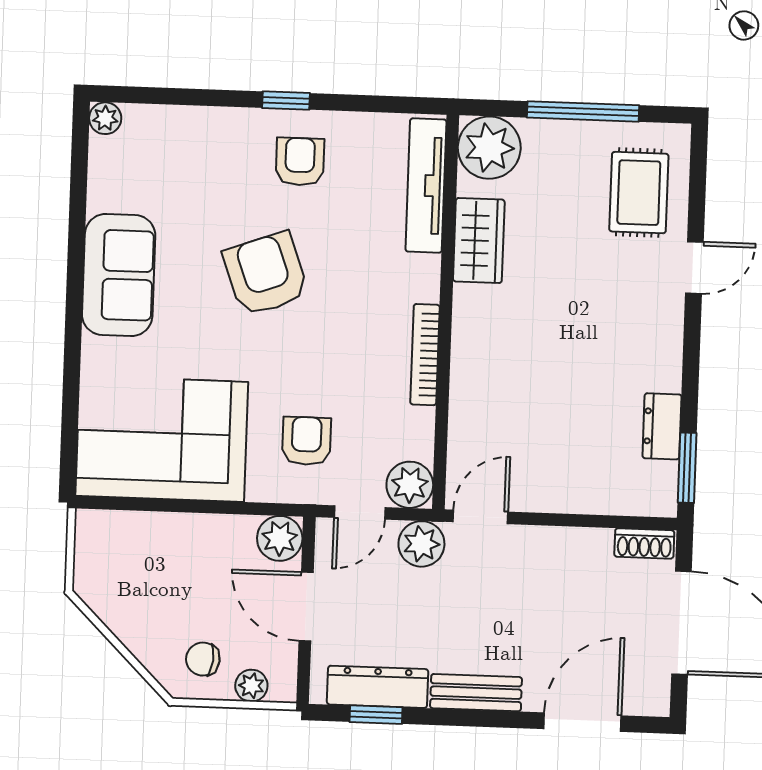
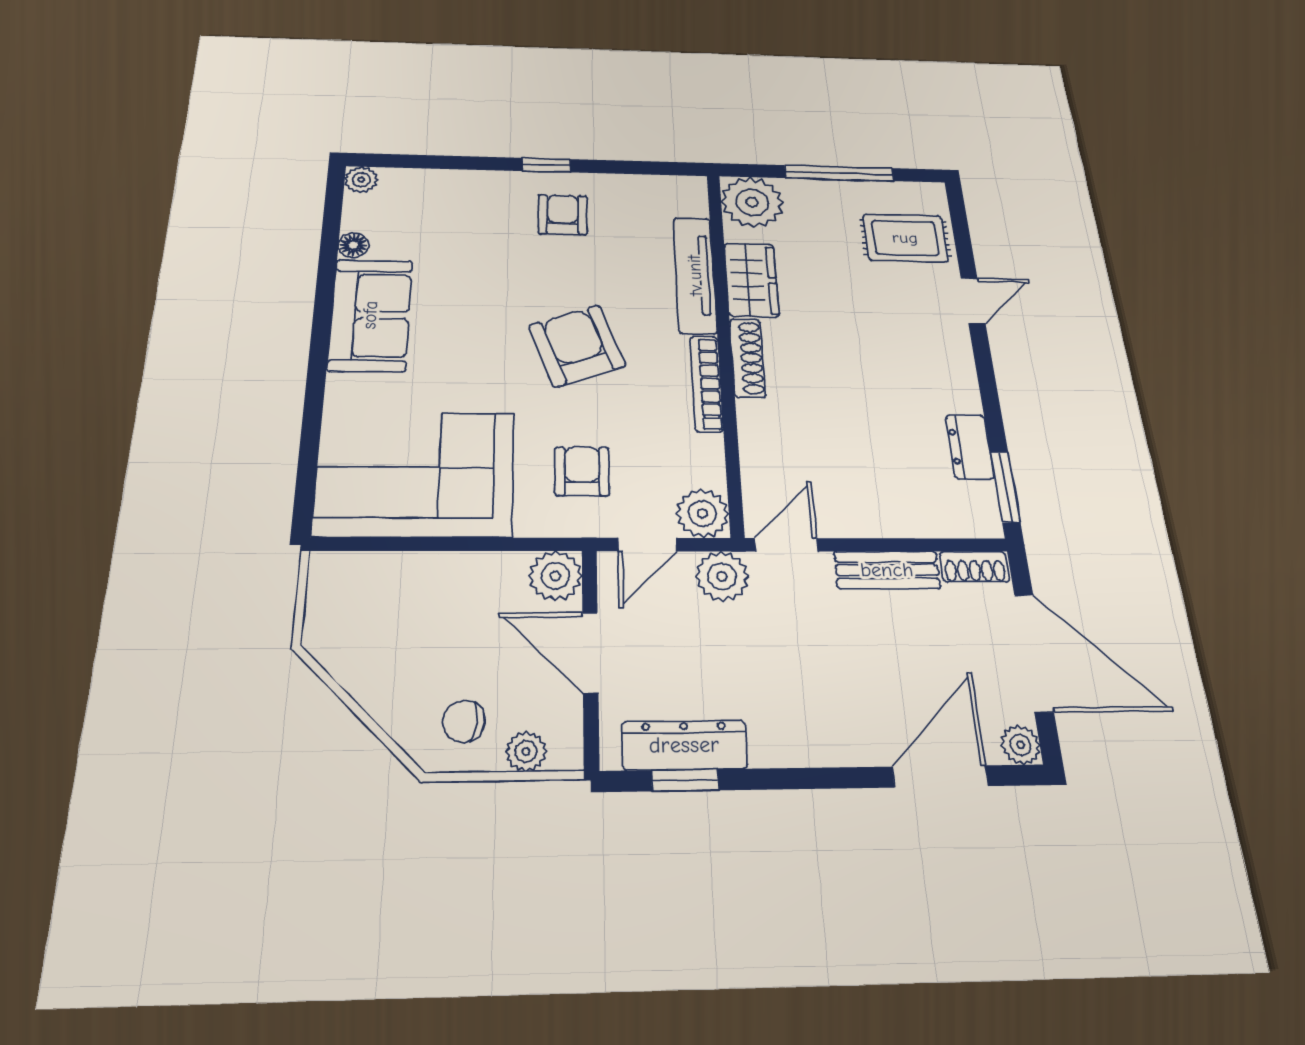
tv unit: (426, 186) -> (695, 275), moved
rug: (639, 193) -> (905, 238), turned 90
floor lamp: (100, 196) -> (353, 245), added
armchair: (266, 274) -> (577, 346), moved
shoe rack: (466, 328) -> (747, 358), added
bench: (476, 693) -> (887, 570), moved
plant: (654, 700) -> (1021, 745), added

